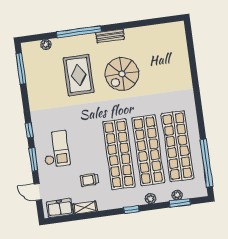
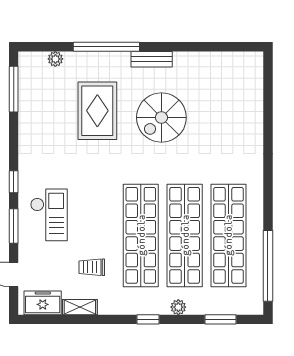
plant: (177, 195) -> (218, 307), removed

